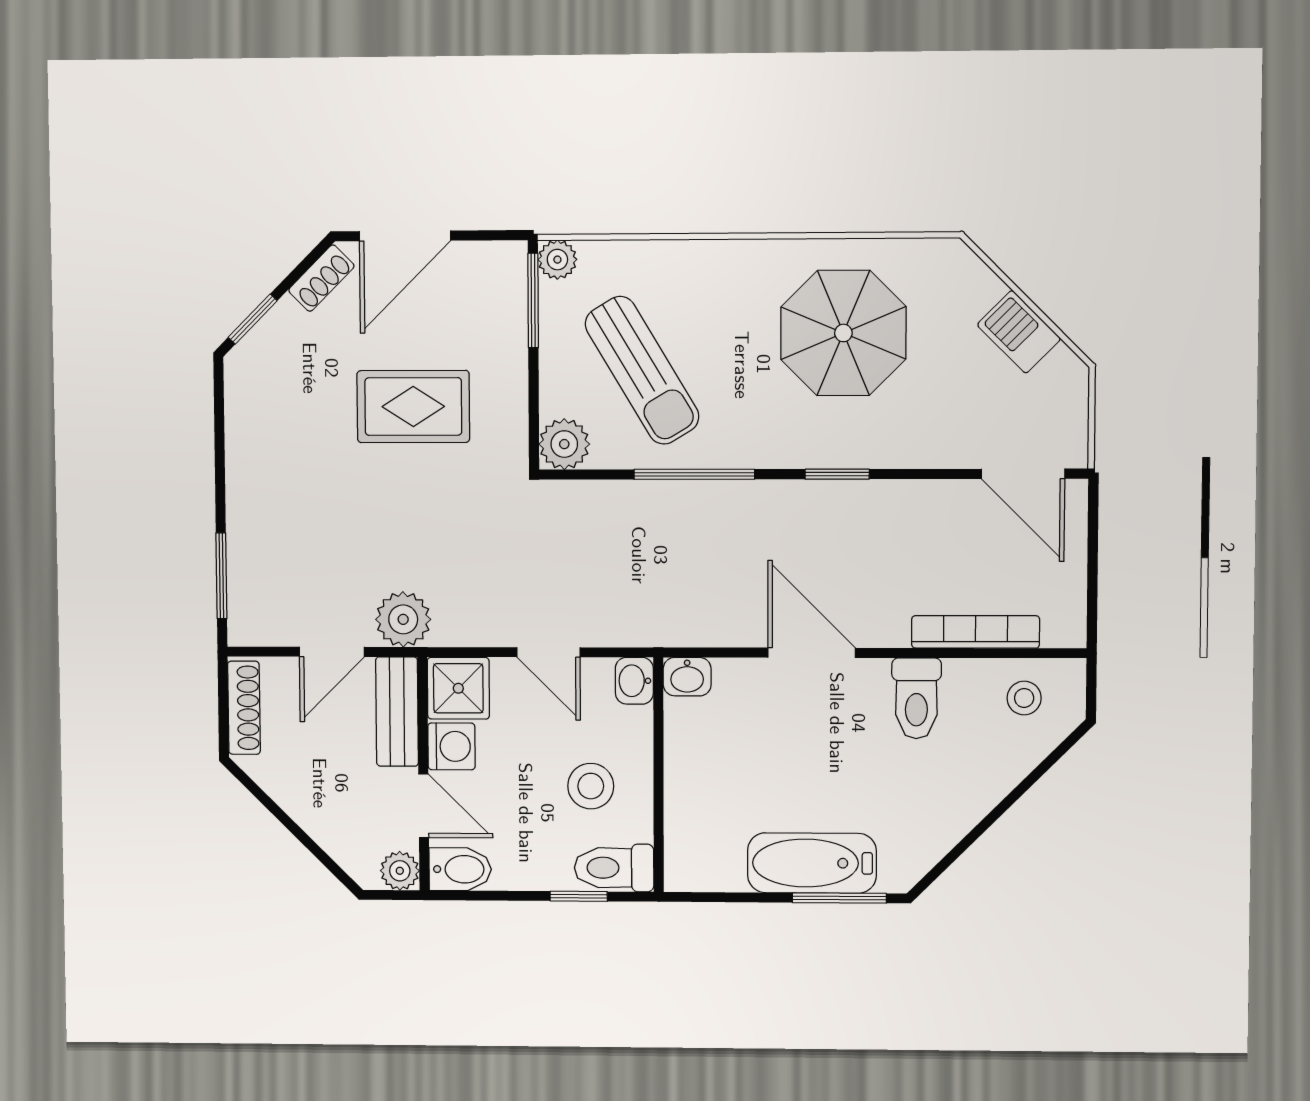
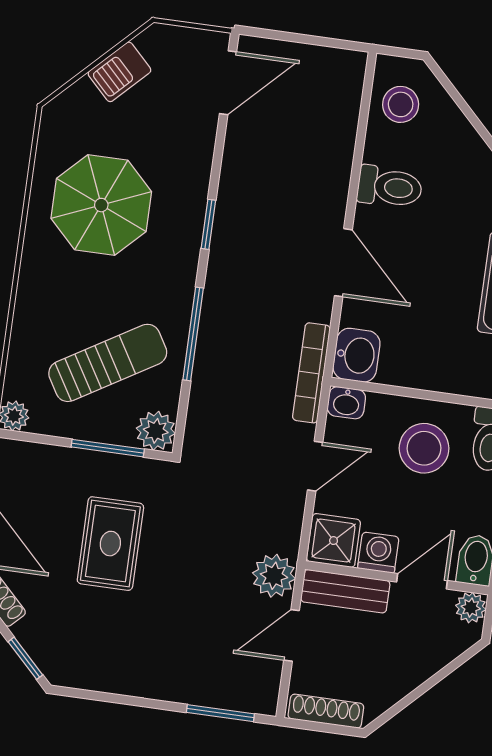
window: (533, 300) -> (108, 448), moved
bookcase: (976, 632) -> (311, 373), moved
door: (332, 652) -> (292, 635), swing flipped
door: (812, 653) -> (343, 263), swing flipped
washbasin: (687, 677) -> (356, 355), width x1.38, depth x1.45
stool: (1024, 698) -> (401, 104), width x1.37, depth x1.37
stool: (591, 786) -> (424, 448), width x1.38, depth x1.38

